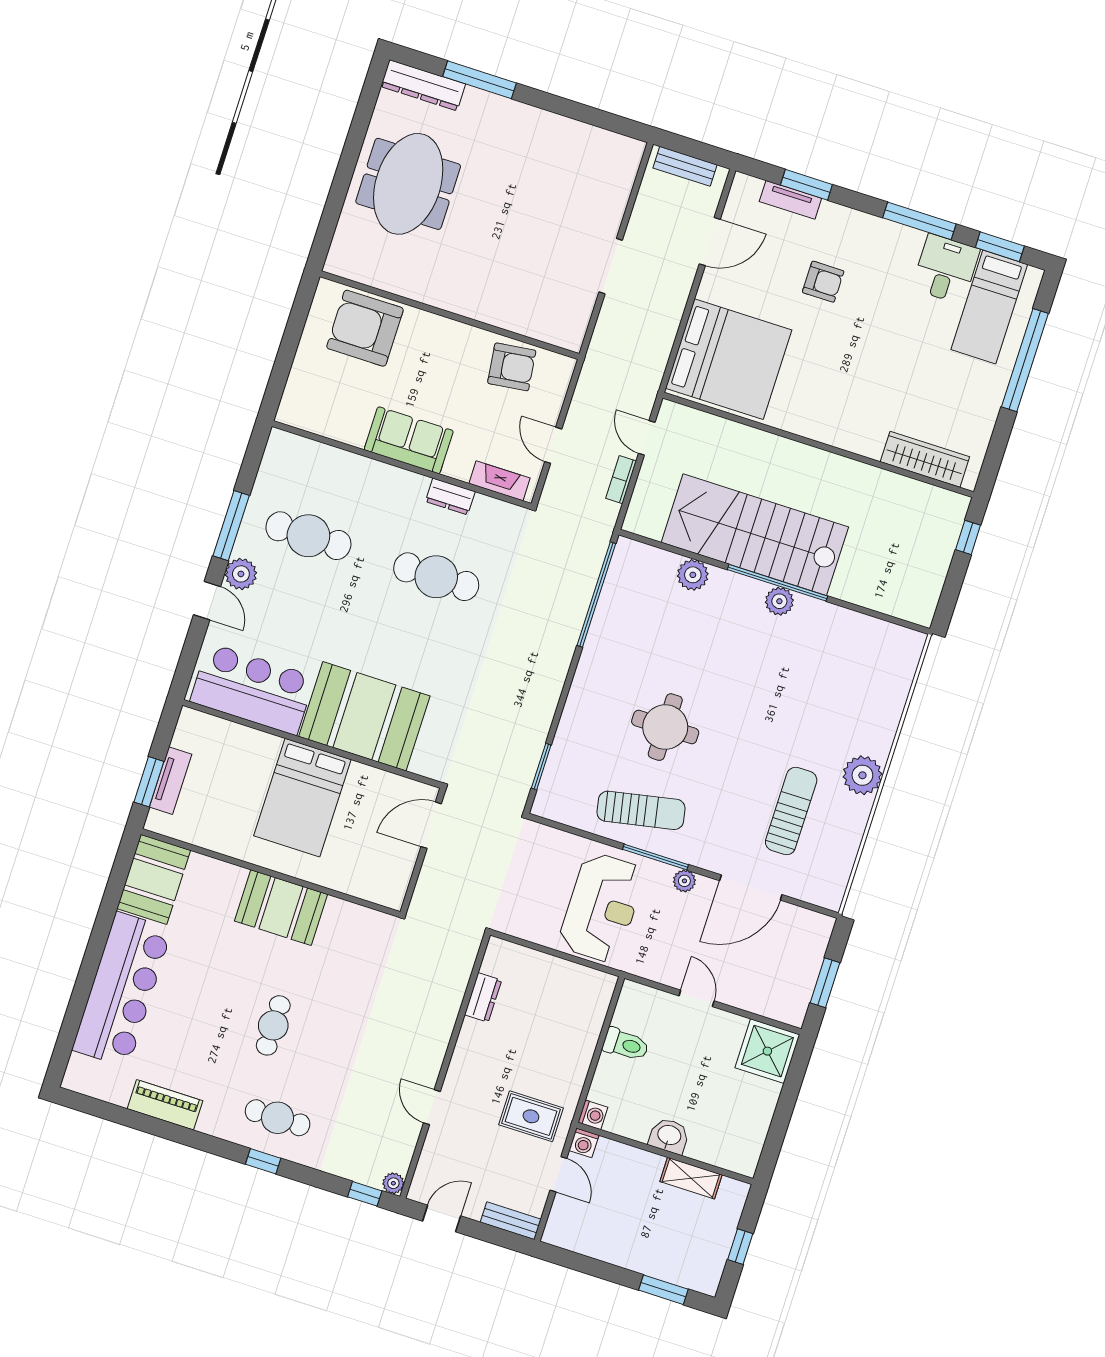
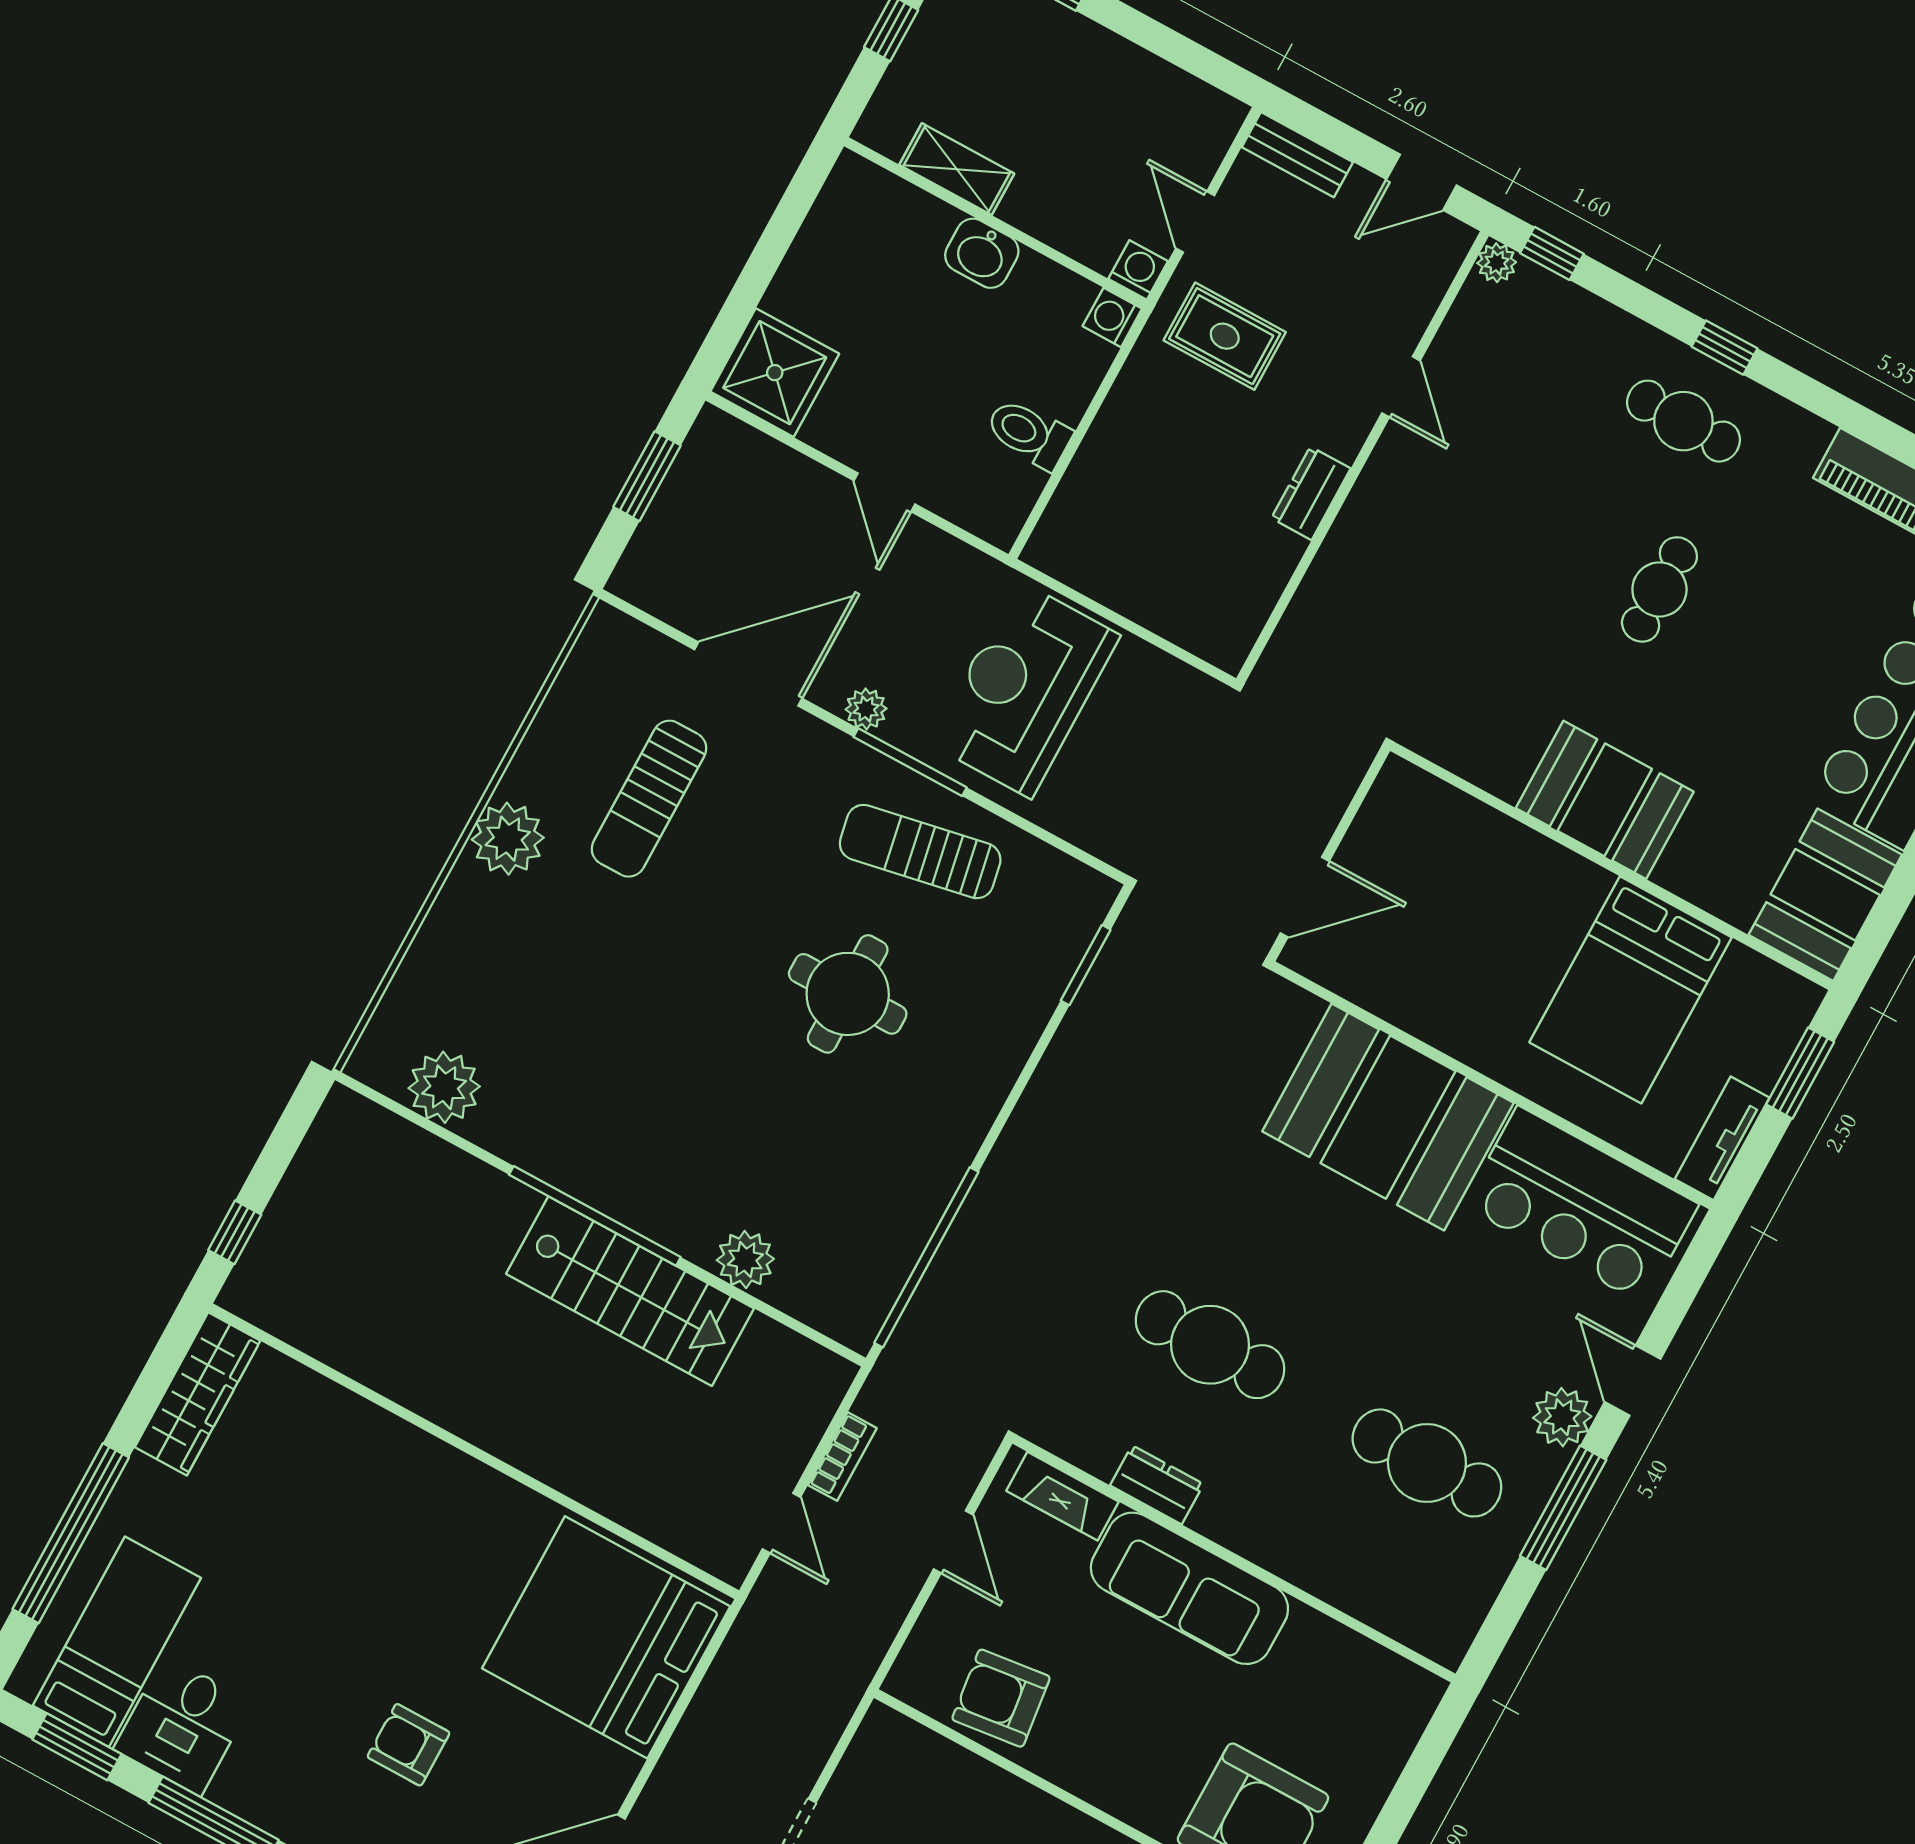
sofa: (409, 440) -> (1189, 1588), width x1.36
wardrobe: (925, 459) -> (198, 1394), moved, turned -90
stairs: (755, 535) -> (630, 1291), width x0.73, depth x0.66
plant: (779, 601) -> (444, 1087), moved, width x1.36, depth x1.36
tv unit: (171, 781) -> (1722, 1138), moved
bed: (302, 798) -> (1631, 990), moved, turned 180
dresser: (483, 997) -> (1311, 493), moved

